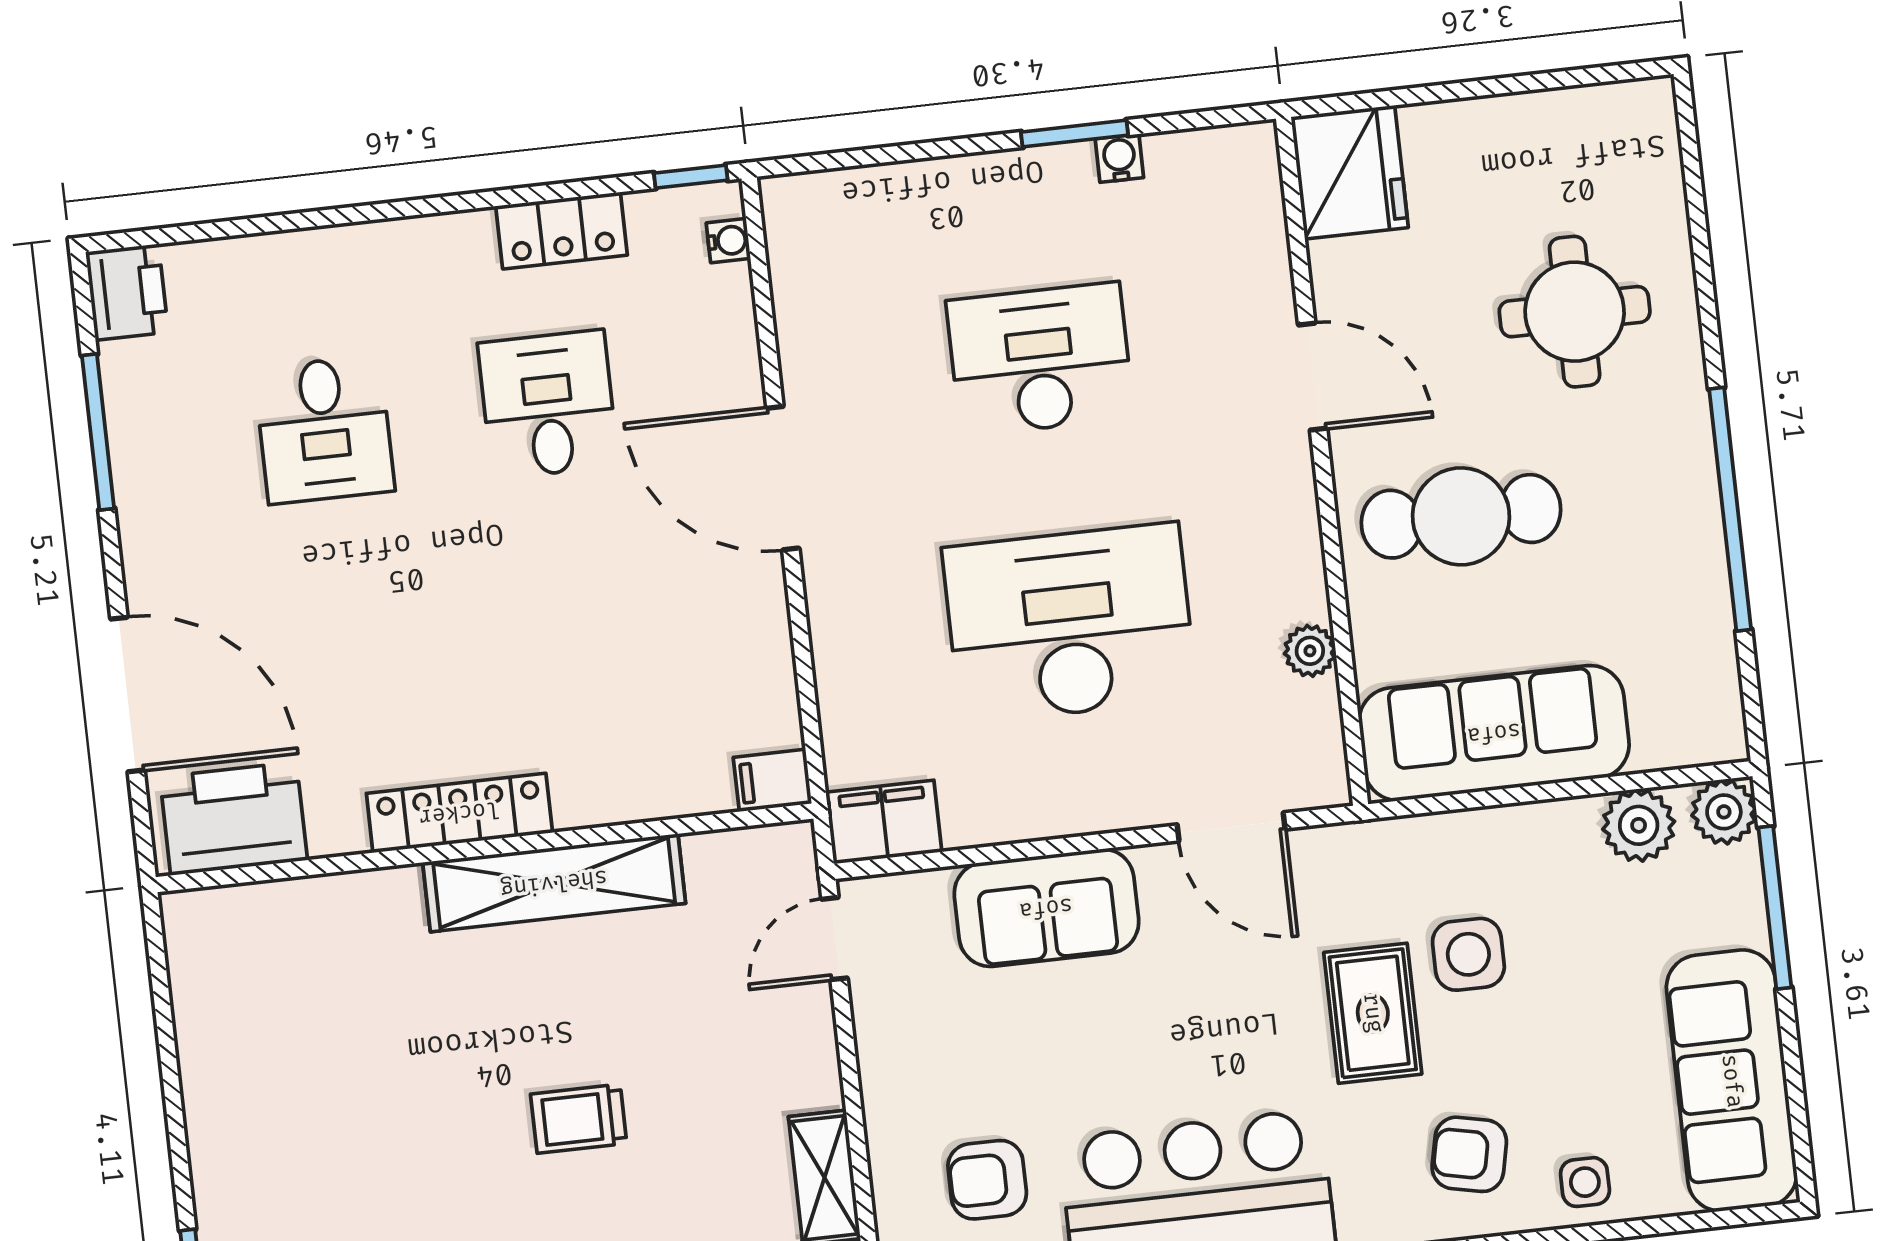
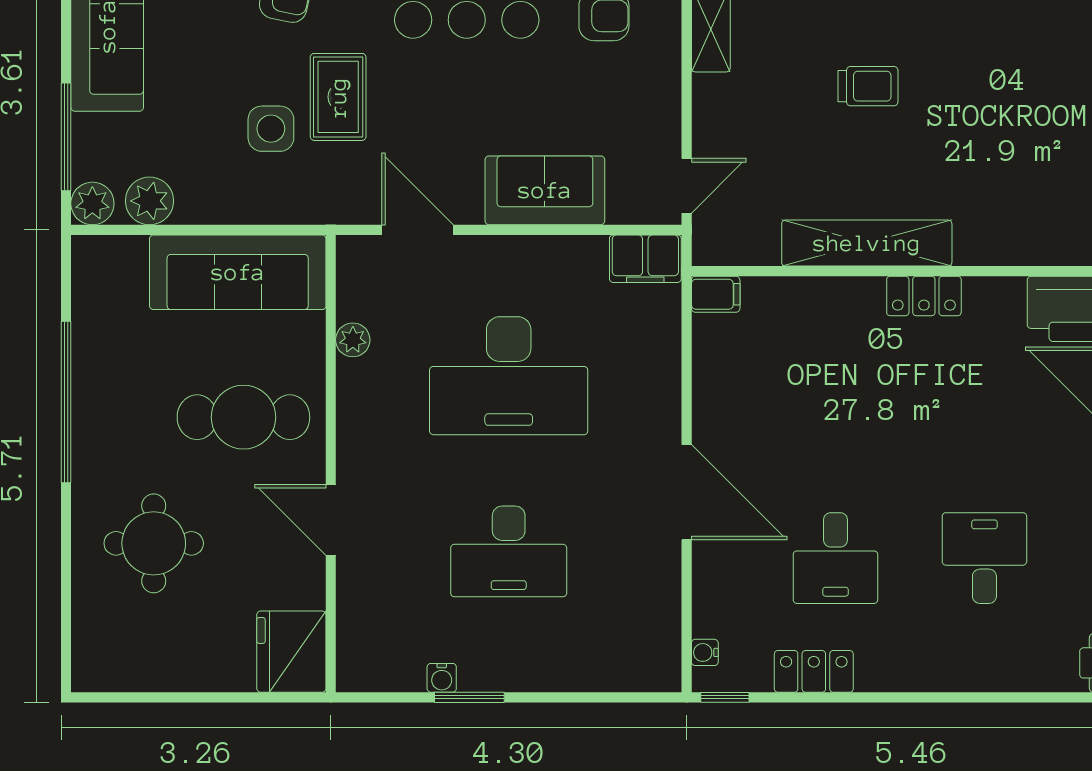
locker: (459, 813) -> (924, 296), width x0.66

